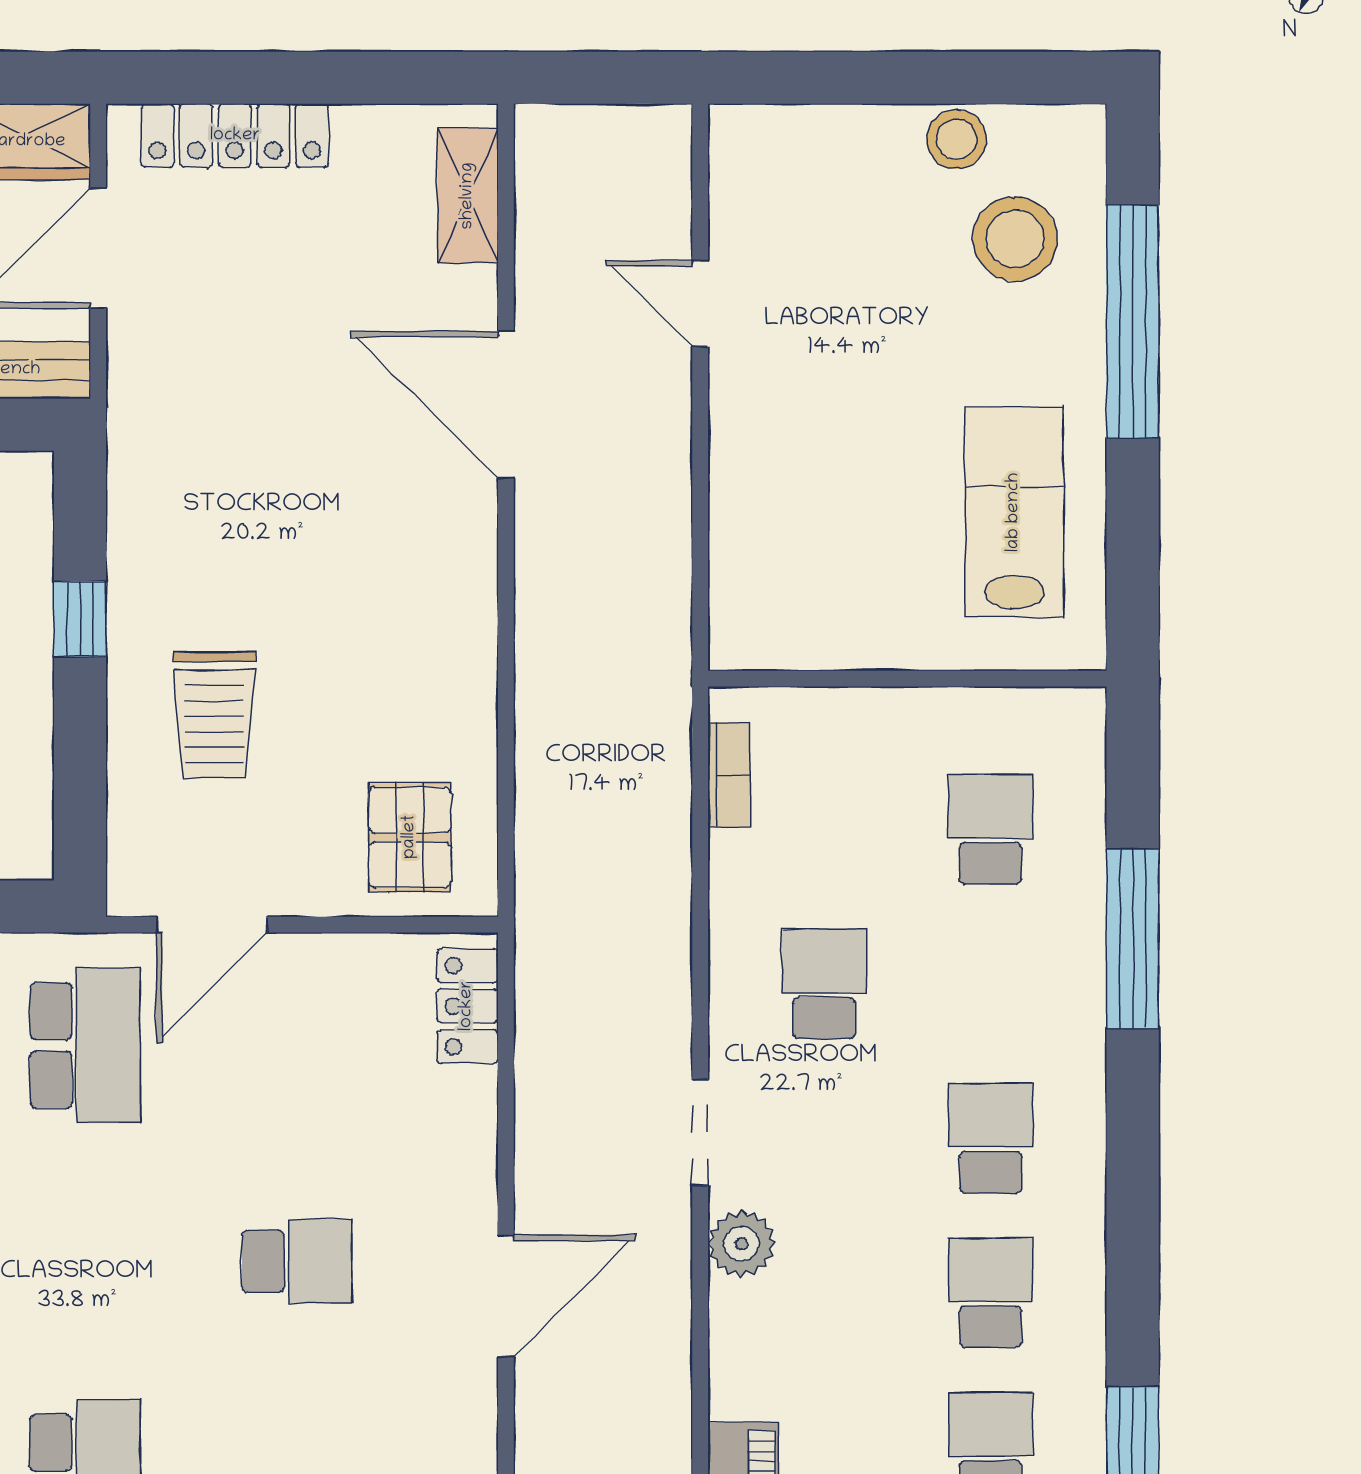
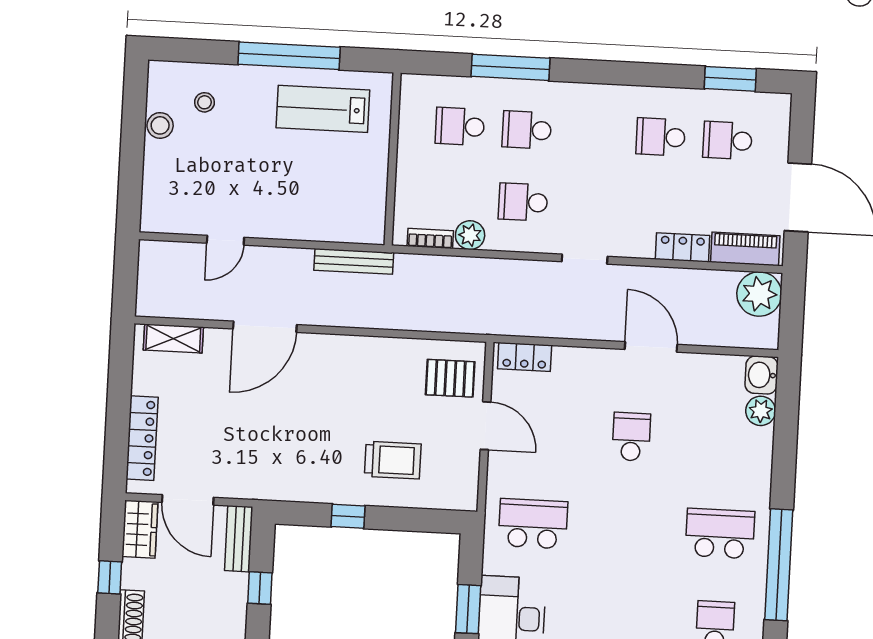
stool: (1015, 239) -> (205, 102), width x0.53, depth x0.53
window: (1133, 322) -> (289, 56), moved
bench: (667, 601) -> (354, 261), added
door: (212, 925) -> (486, 426), moved
school desk: (991, 1138) -> (527, 130), moved
plant: (741, 1244) -> (470, 235), moved
locker: (739, 1356) -> (683, 247), added

